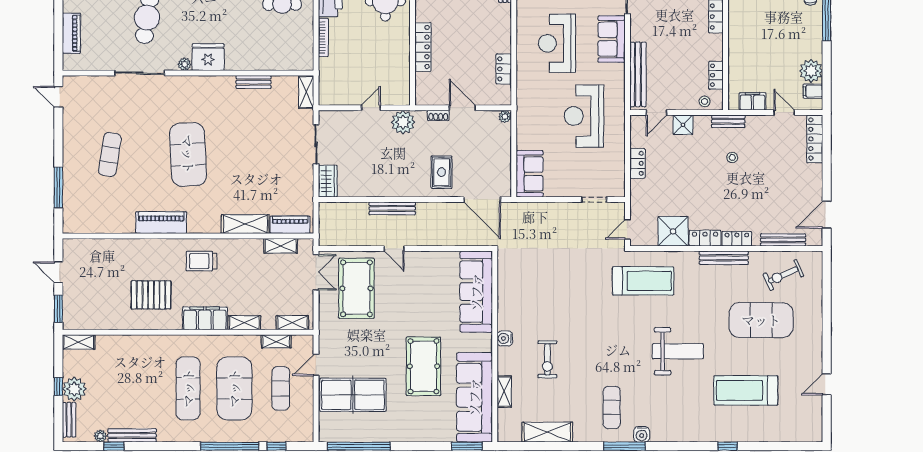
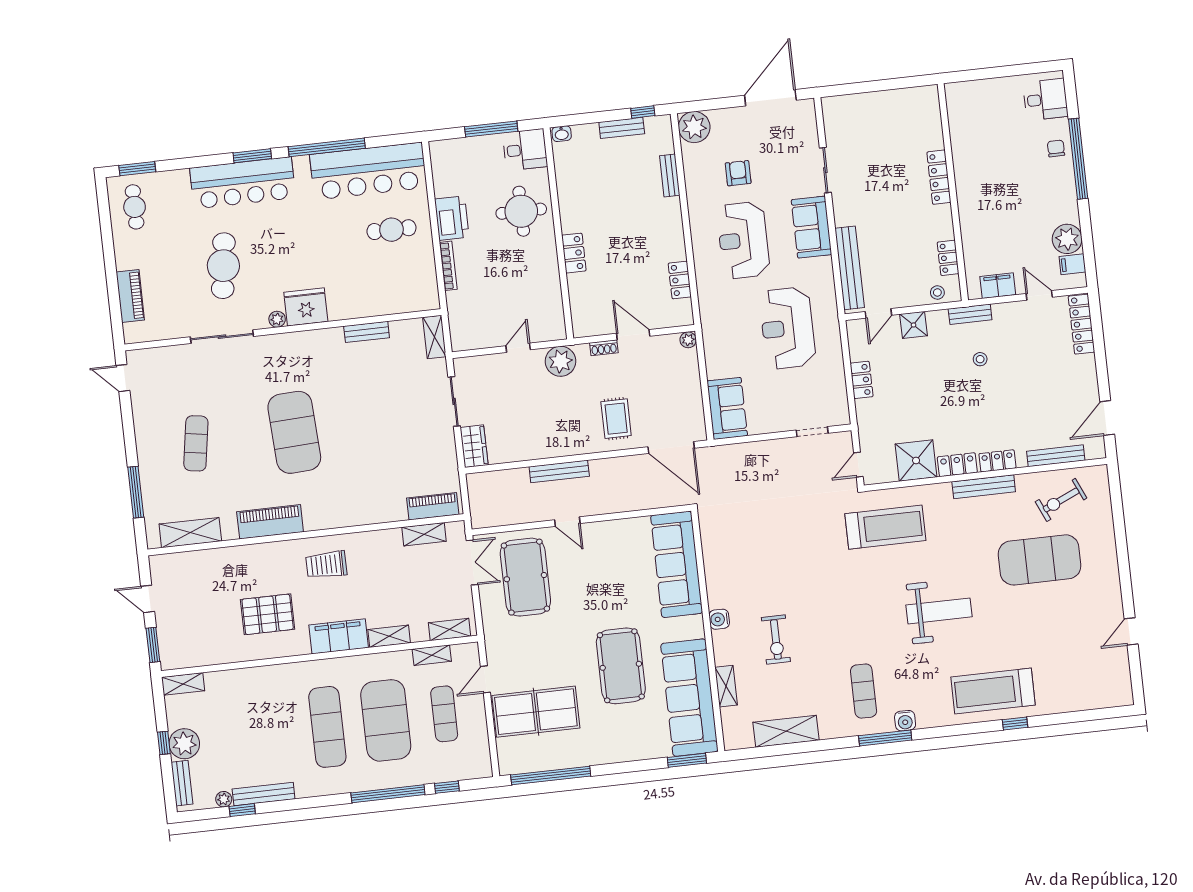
locker: (423, 47) -> (574, 253), width x0.66
shelving: (245, 224) -> (190, 533), moved
treadmill: (746, 390) -> (993, 691), moved

